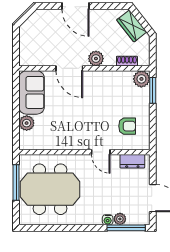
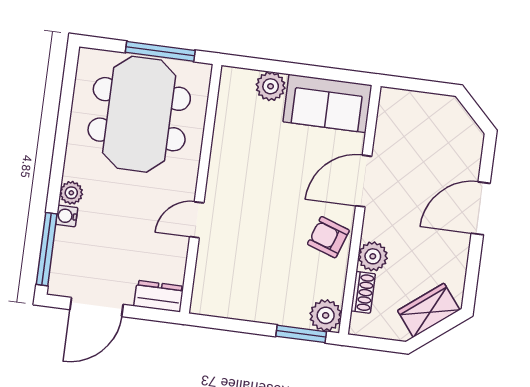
plant: (96, 59) -> (373, 256), moved
armchair: (127, 126) -> (328, 237), moved, turned 109
dresser: (132, 161) -> (159, 296), moved, turned 90
plant: (120, 219) -> (71, 193), moved

